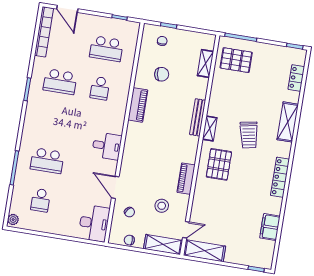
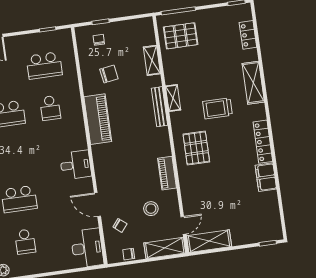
shelving: (205, 64) -> (152, 60), moved
piano: (138, 105) -> (98, 119), width x1.37, depth x1.33
shelving: (210, 129) -> (173, 98), moved
trolley: (249, 135) -> (218, 108), turned 101
filing cabinet: (270, 227) -> (266, 177), moved

